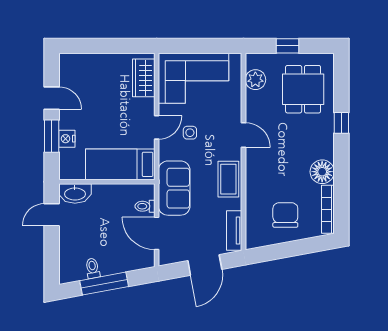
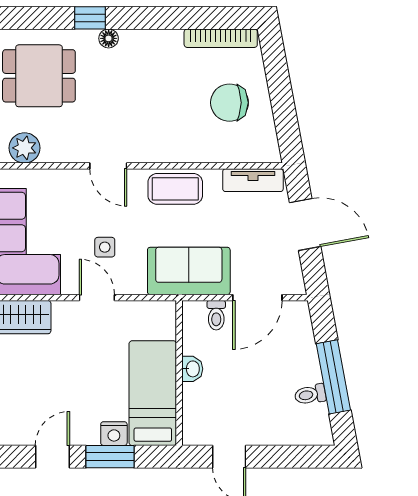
door: (244, 135) -> (108, 166), swing flipped
bed: (120, 164) -> (153, 393), moved, turned 180
floor lamp: (322, 172) -> (109, 38), moved, width x0.53, depth x0.53
washbasin: (75, 193) -> (192, 369), moved, width x0.52, depth x0.69

